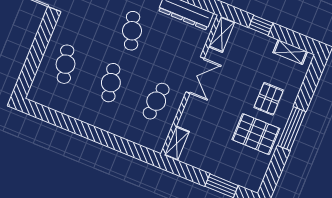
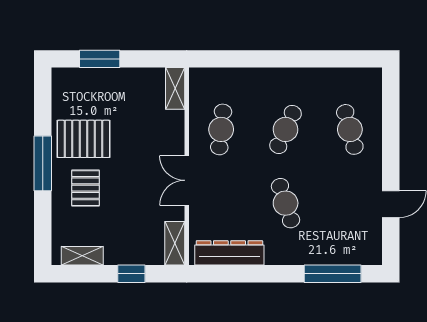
cafe table: (111, 83) -> (286, 129), turned 36

